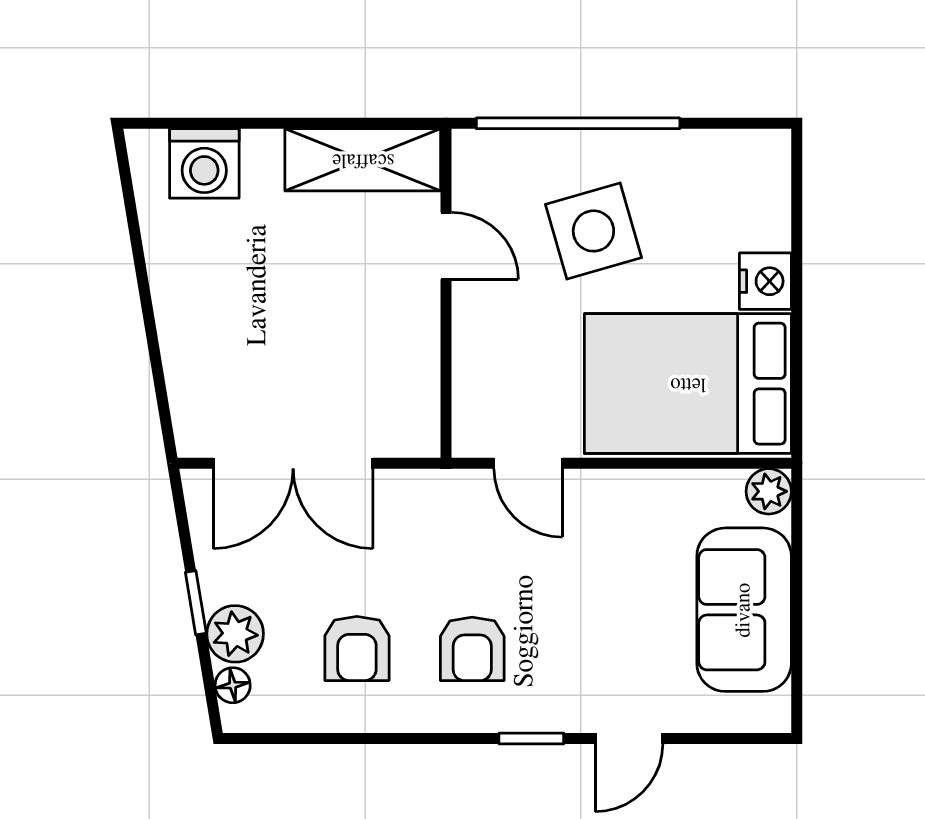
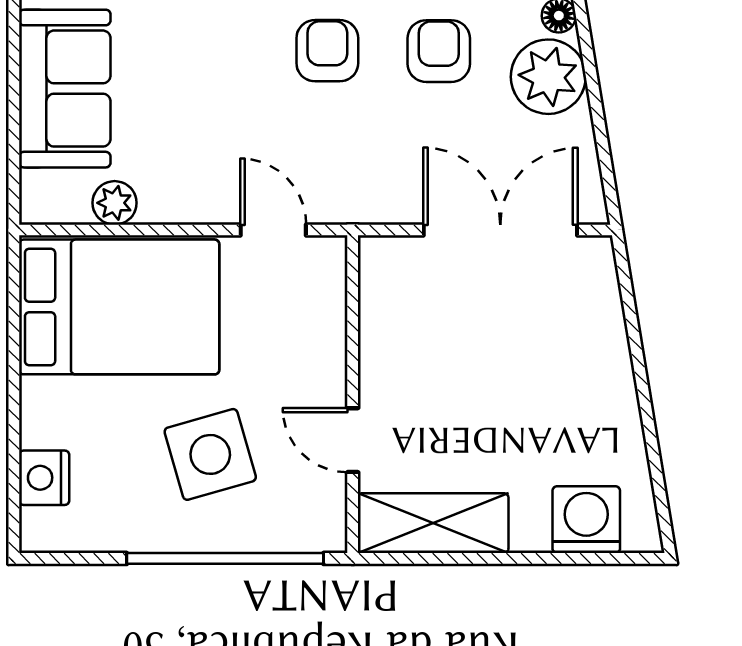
nightstand: (765, 281) -> (44, 478), moved
plant: (769, 491) -> (115, 203), moved
window: (196, 603) -> (594, 95), removed
plant: (235, 634) -> (548, 77), width x1.36, depth x1.36

